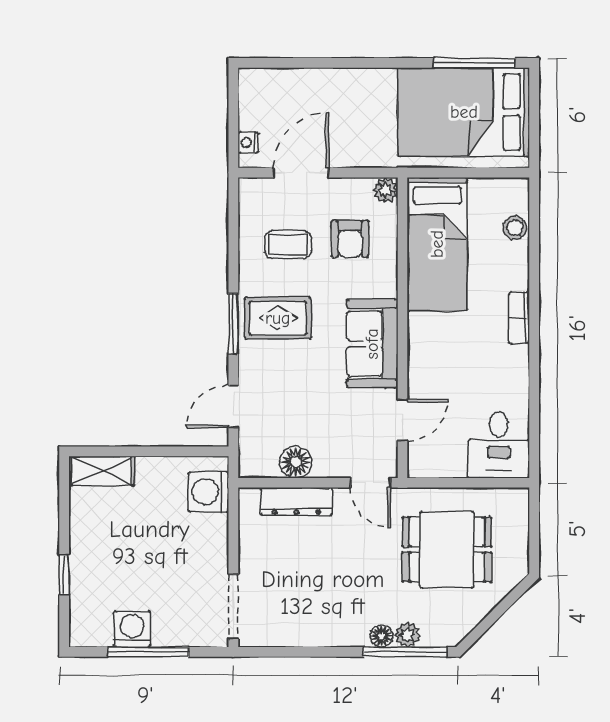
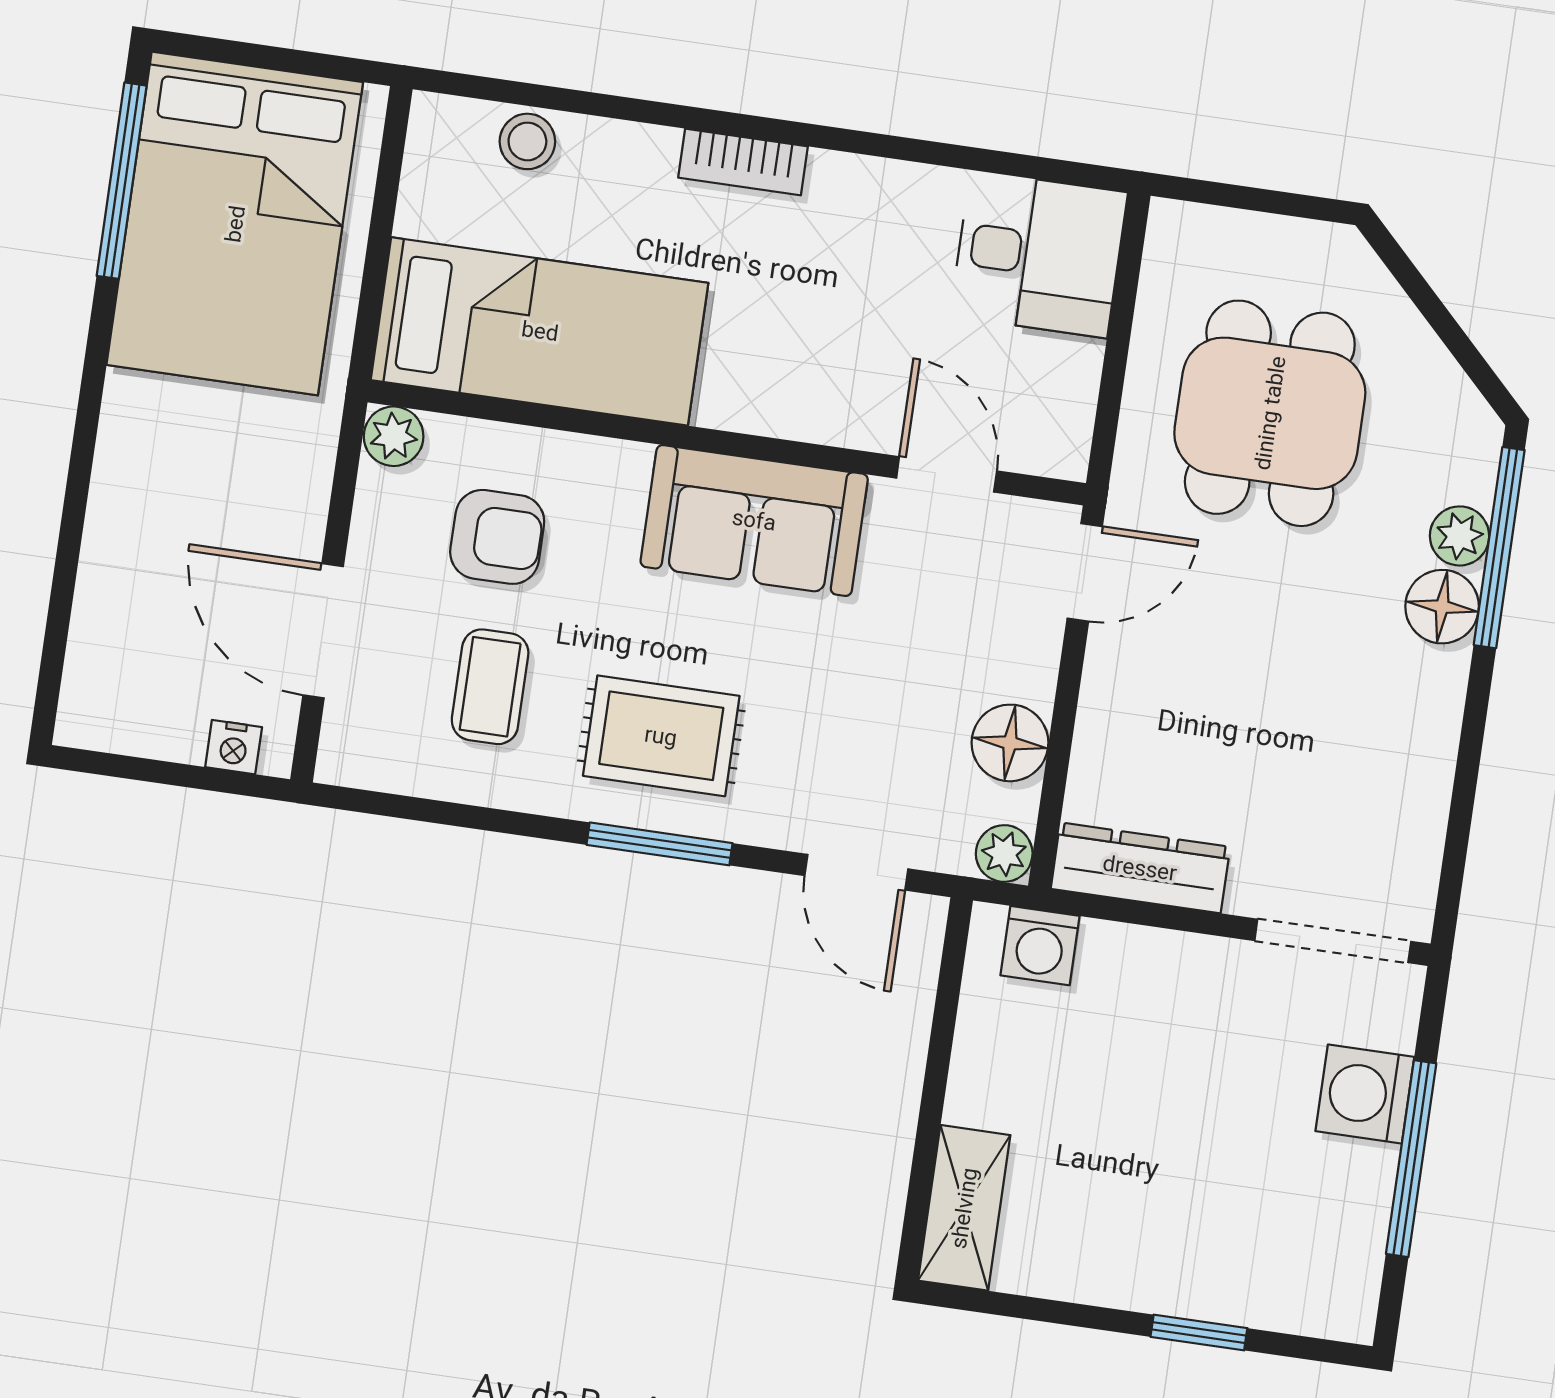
rug: (278, 318) -> (661, 736), turned 90
plant: (250, 466) -> (1004, 854), added
washing machine: (209, 492) -> (1040, 946), width x0.73, depth x0.73
dresser: (296, 501) -> (1140, 868), moved, turned -90
washing machine: (132, 629) -> (1365, 1094), moved
floor lamp: (382, 636) -> (1442, 607), width x1.37, depth x1.37

